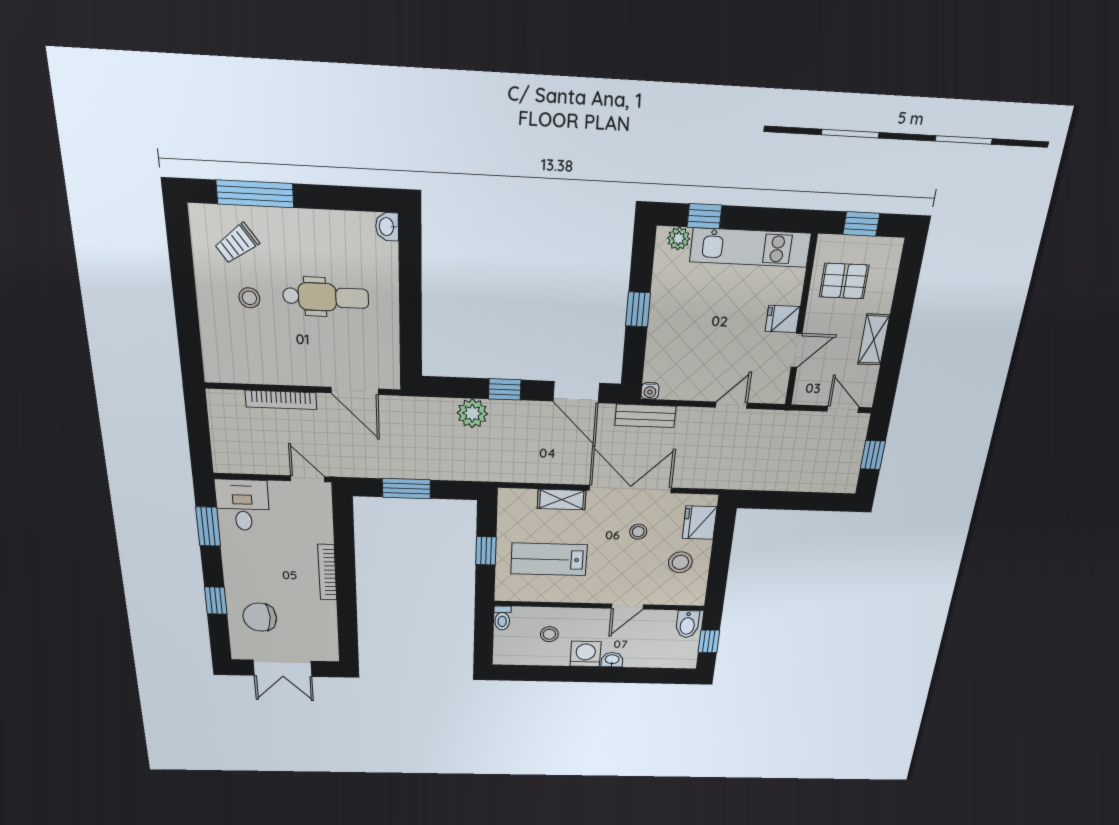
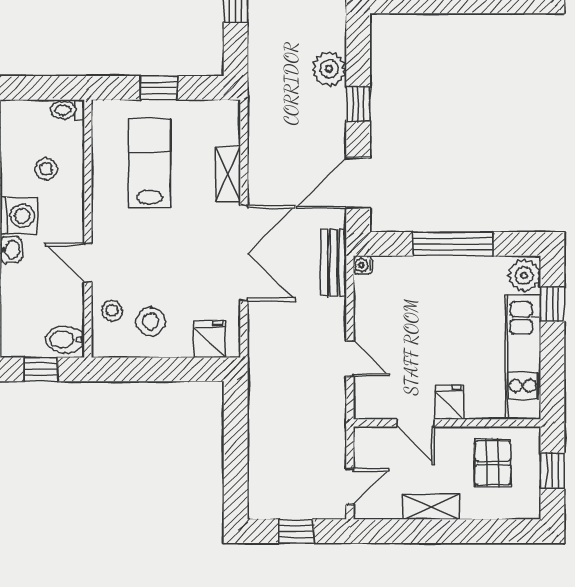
plant: (679, 238) -> (524, 275), width x1.38, depth x1.38
window: (638, 309) -> (453, 244), width x2.17
fridge: (700, 523) -> (210, 339), width x0.72
stool: (638, 532) -> (112, 311), moved

